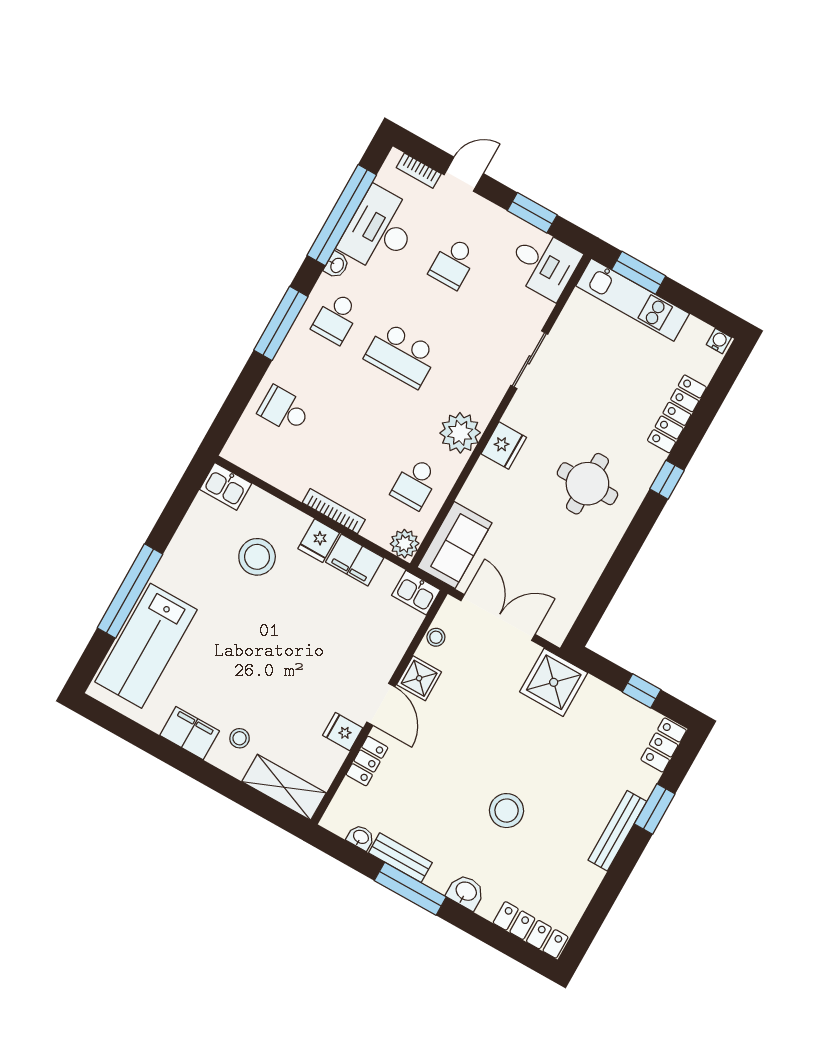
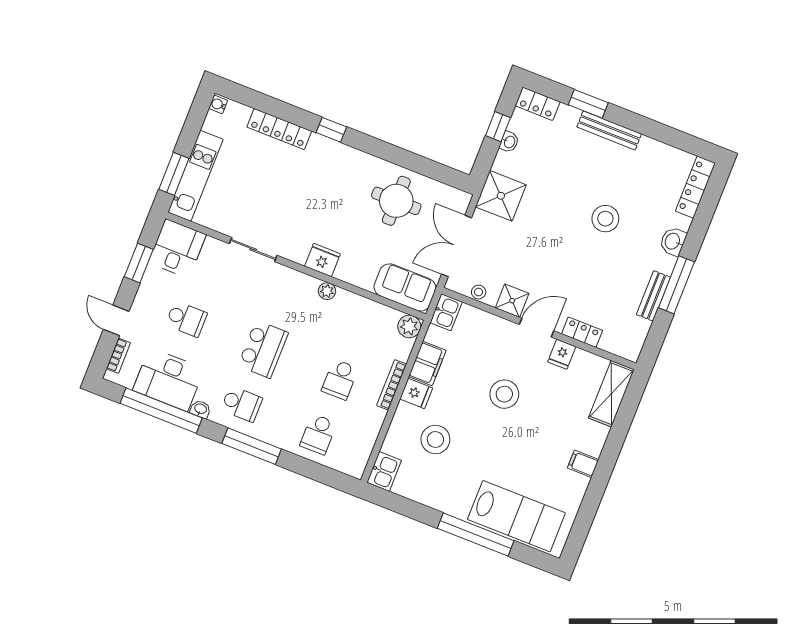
plant: (460, 433) -> (327, 291), width x0.53, depth x0.53
school desk: (415, 483) -> (340, 379), moved, turned 90
round table: (587, 484) -> (396, 201), moved
filing cabinet: (190, 733) -> (583, 464), width x0.50
stool: (240, 738) -> (504, 394), moved, width x1.89, depth x1.89
washbasin: (361, 837) -> (509, 142), moved, turned 180

